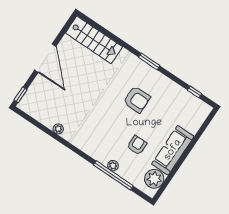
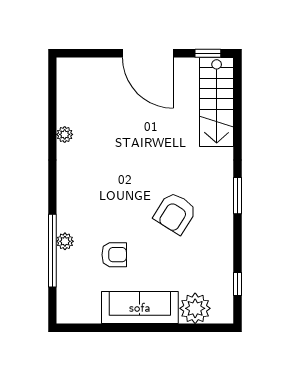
door: (45, 58) -> (148, 53), hinge flipped
window: (20, 95) -> (208, 53), moved
armchair: (137, 99) -> (175, 213), turned 32
plant: (154, 179) -> (195, 308), moved

